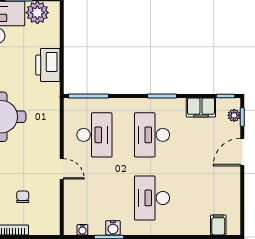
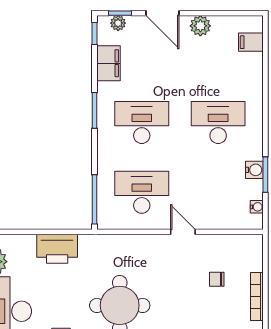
desk: (152, 135) -> (142, 123), turned 180
door: (62, 169) -> (183, 232), hinge flipped
plant: (232, 183) -> (200, 26), added
desk: (152, 198) -> (218, 123), turned 180

